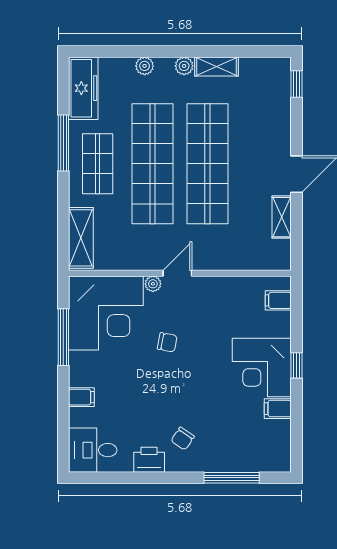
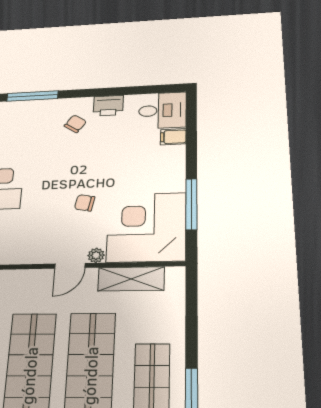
shelving: (81, 238) -> (131, 279), moved, turned 90
filing cabinet: (81, 397) -> (173, 137), moved

